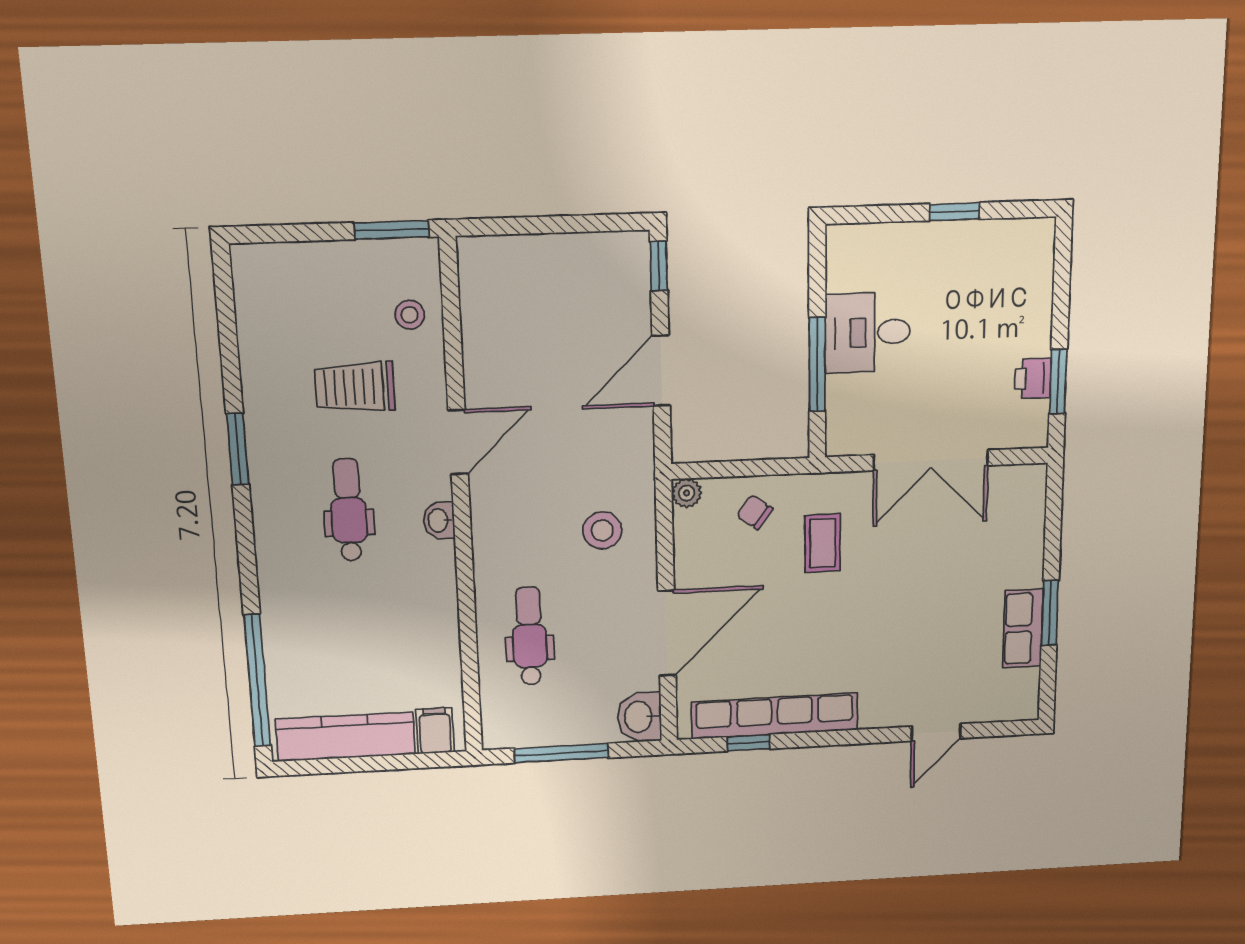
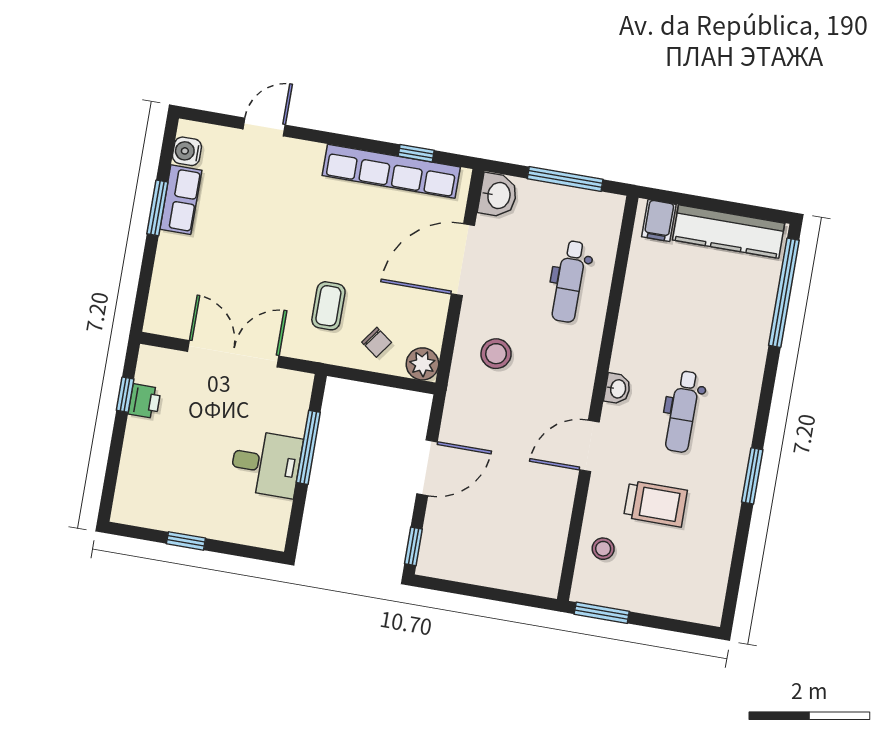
window: (1058, 381) -> (125, 395), width x0.67
plant: (687, 493) -> (422, 364), width x1.38, depth x1.38
water cooler: (1024, 685) -> (187, 151), added

